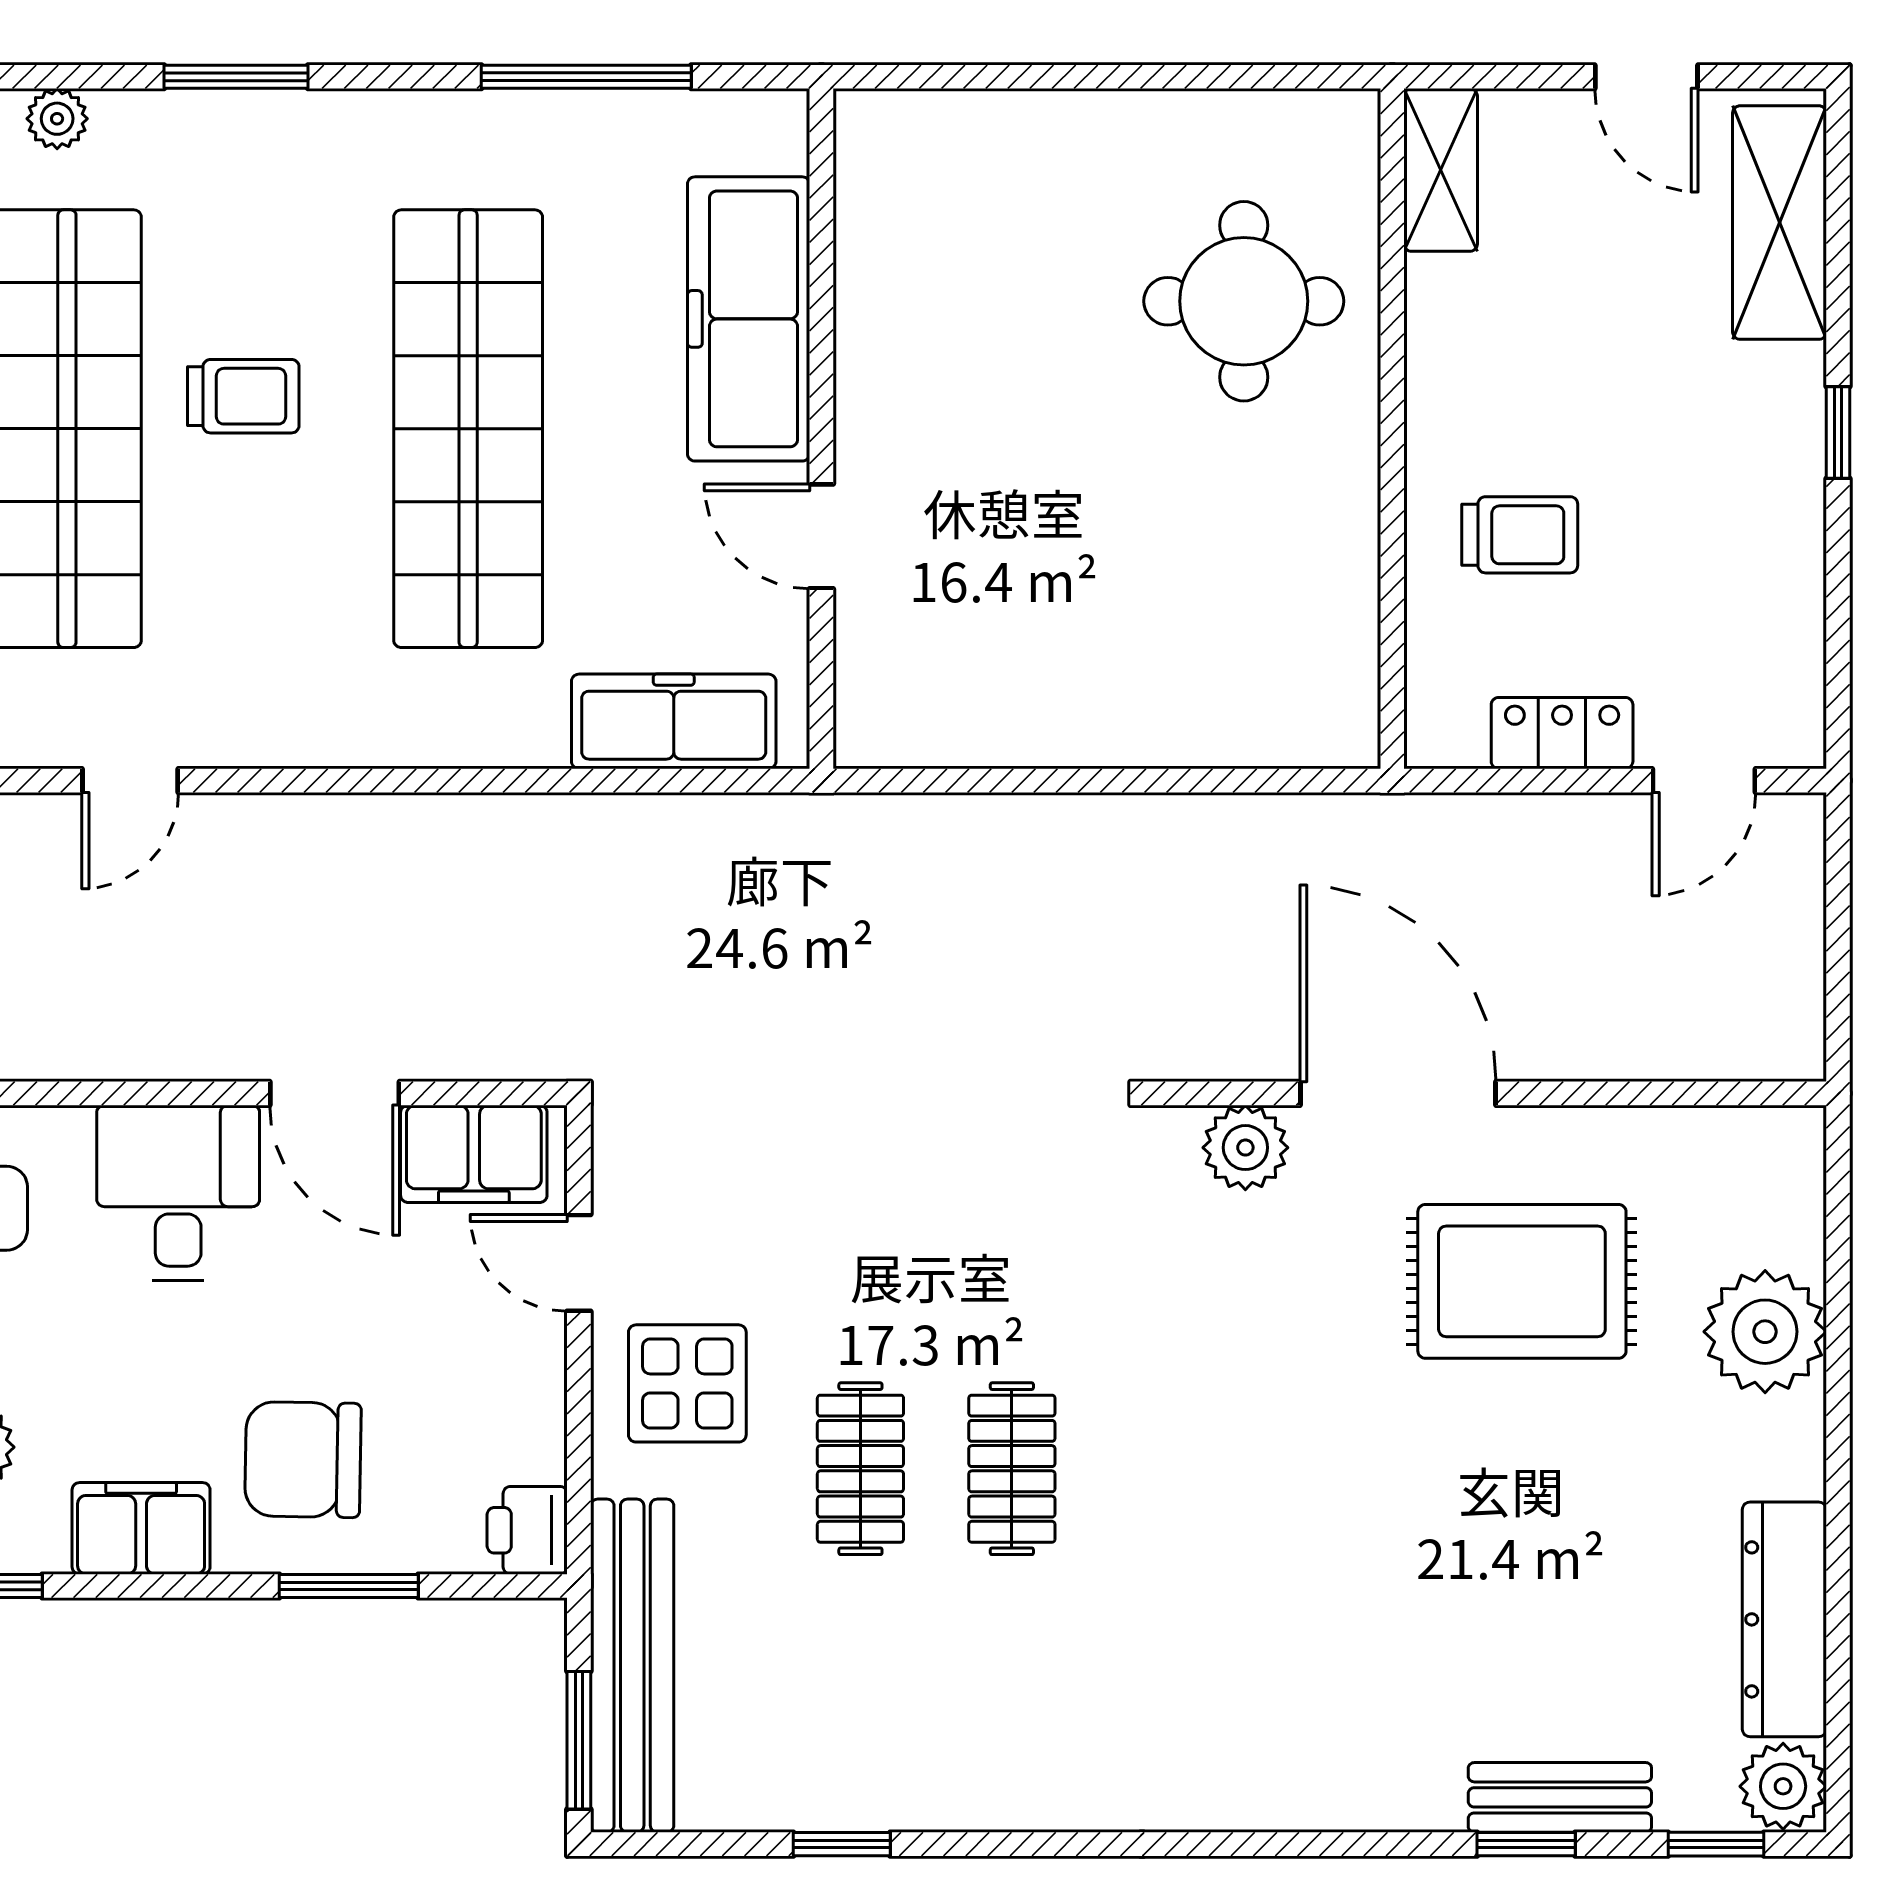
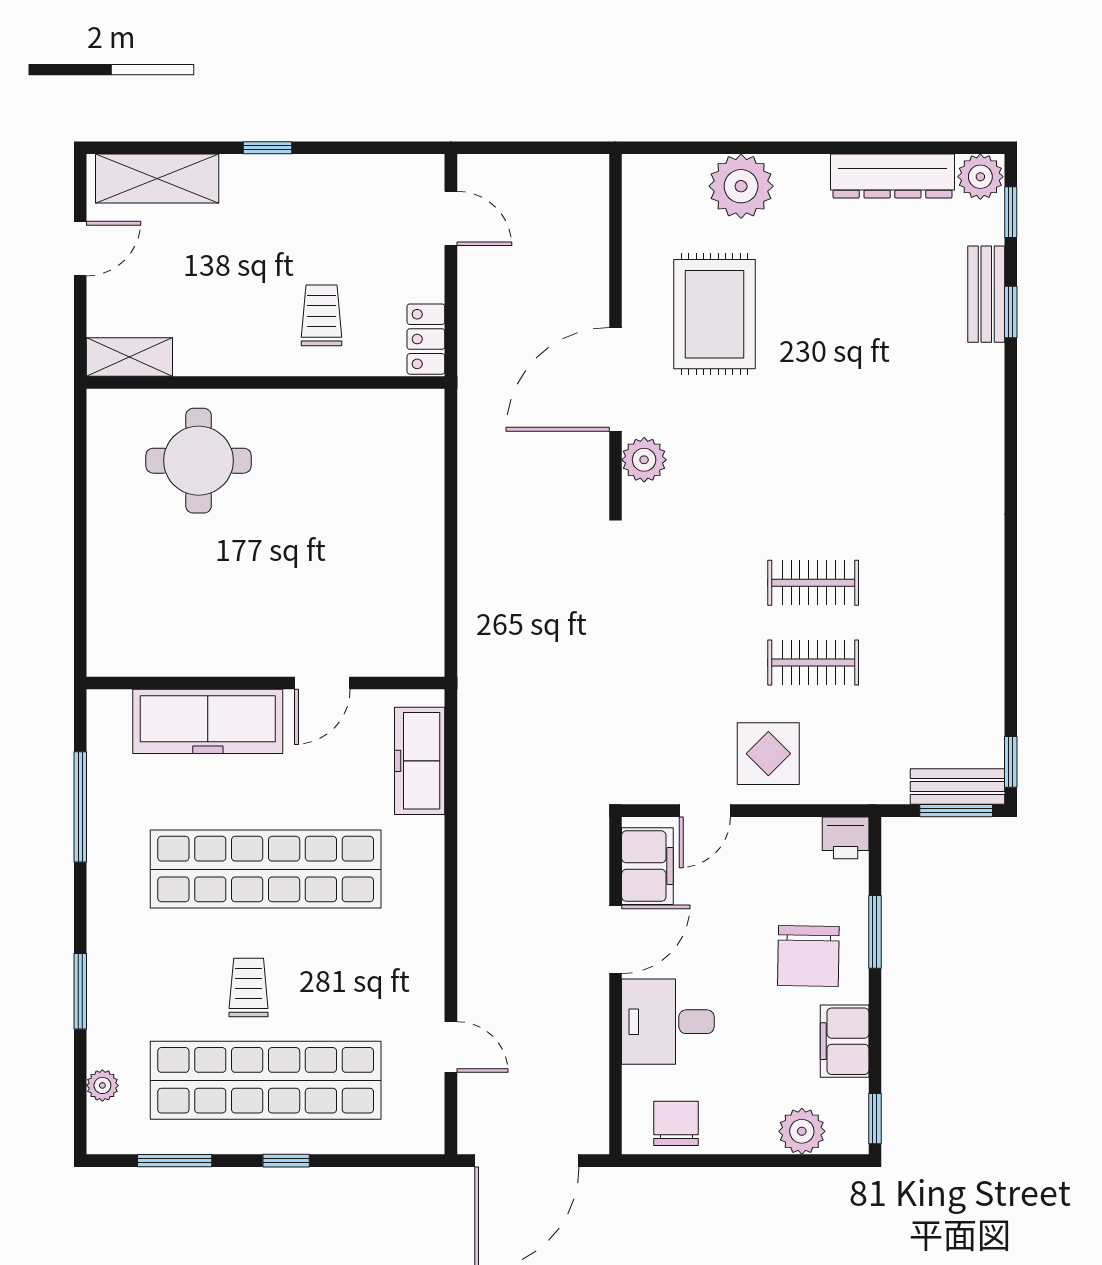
locker: (1562, 733) -> (426, 339), moved
bench: (632, 1666) -> (958, 787), width x0.54, depth x0.82
window: (842, 1844) -> (1011, 762), moved

